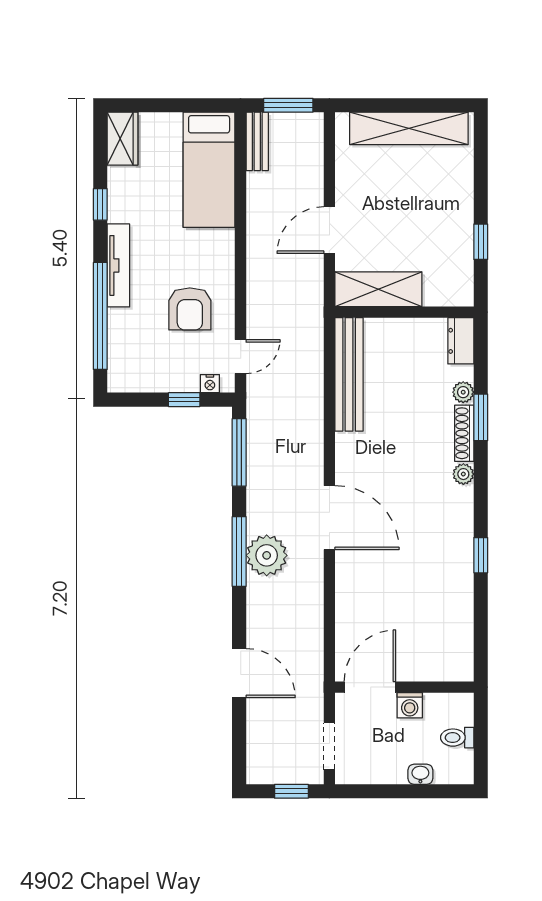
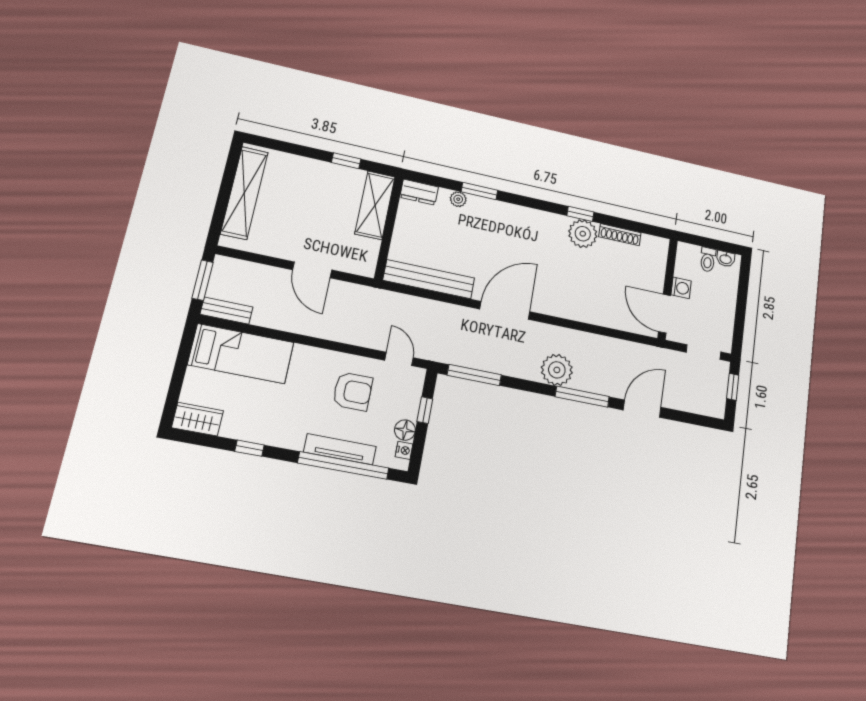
tv unit: (118, 265) -> (340, 449), moved
shelving: (378, 289) -> (375, 205), moved
floor lamp: (156, 380) -> (405, 430), added
nightstand: (210, 384) -> (404, 450), moved
shoe rack: (464, 433) -> (620, 235), moved
plant: (463, 474) -> (583, 234), moved, width x1.88, depth x1.88
door: (329, 518) -> (505, 310), moved
window: (239, 551) -> (582, 397), moved
washbasin: (420, 774) -> (726, 259), moved, turned -90

